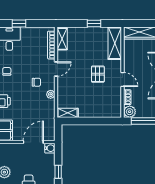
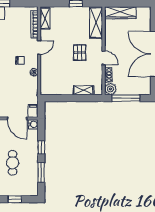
shelving: (68, 113) -> (83, 90), moved
filing cabinet: (50, 134) -> (33, 111), added
door: (33, 142) -> (17, 118), swing flipped

